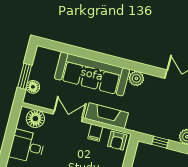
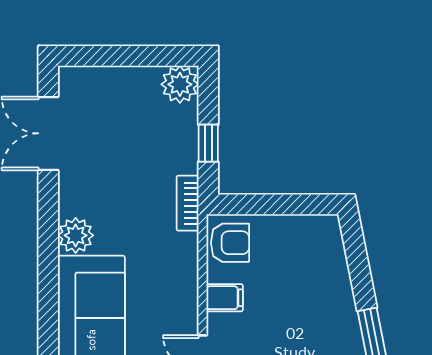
fireplace: (107, 116) -> (179, 281), removed
bookcase: (138, 127) -> (188, 203), added

